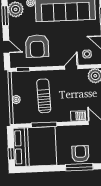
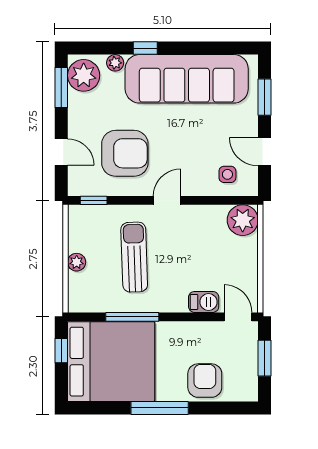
armchair: (37, 46) -> (125, 153), turned -90
door: (71, 67) -> (167, 200), moved
window: (11, 154) -> (61, 351), moved
window: (79, 167) -> (160, 408), moved

